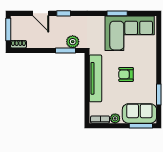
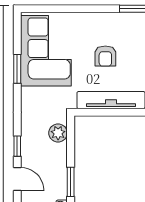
door: (41, 13) -> (17, 179), hinge flipped
window: (66, 50) -> (71, 182), moved

